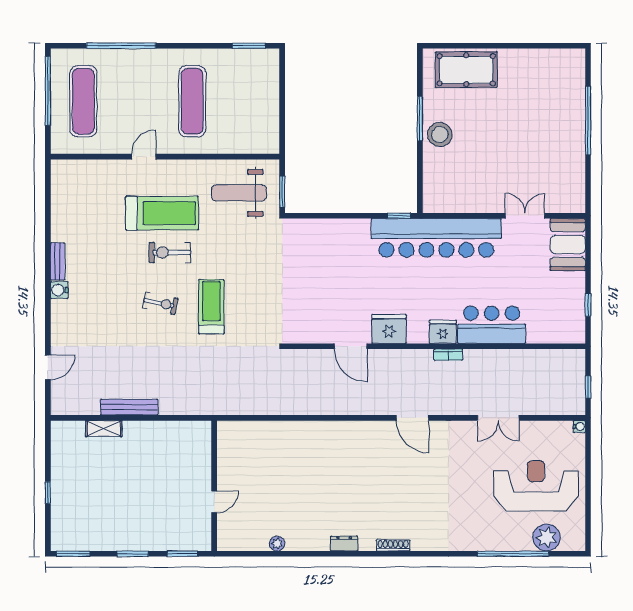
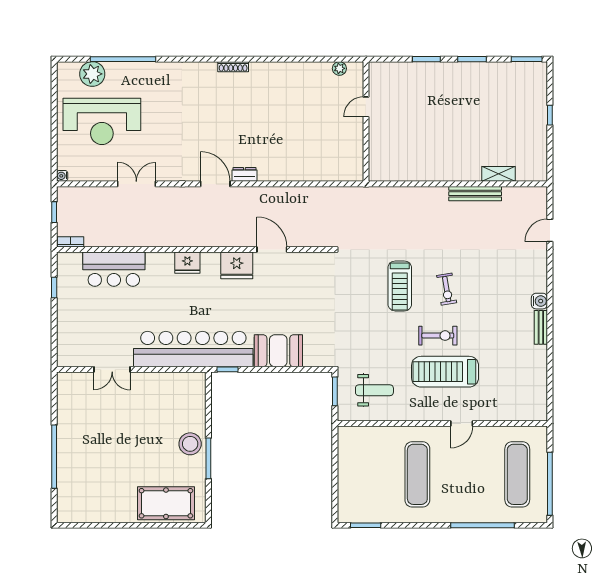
weight bench: (239, 193) -> (374, 390), width x0.73, depth x0.75
booth: (568, 245) -> (278, 351), moved, turned 90
exercise bike: (160, 303) -> (447, 289), turned -111
bar counter: (492, 325) -> (114, 269), moved
bookcase: (448, 355) -> (70, 242), moved
wall: (214, 486) -> (366, 121), moved
door: (214, 502) -> (366, 107), moved
dresser: (344, 544) -> (244, 174), moved, turned 180

